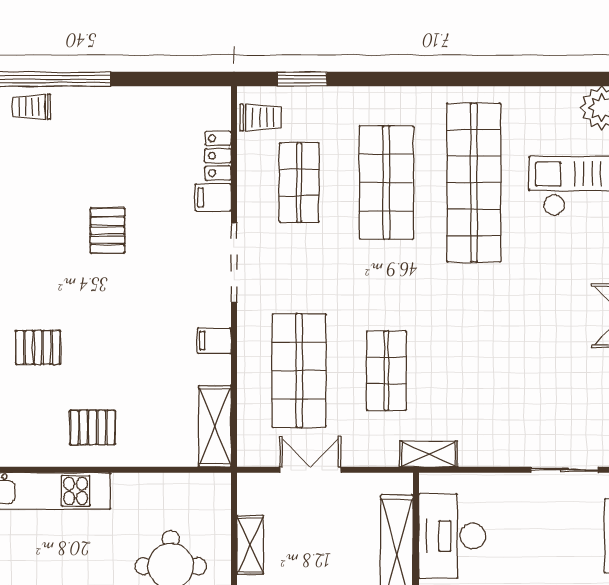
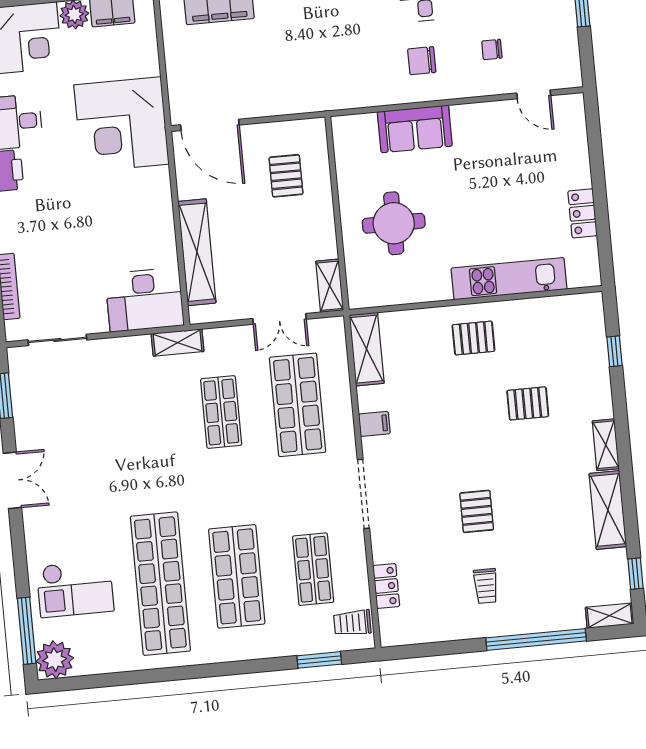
trolley: (32, 107) -> (486, 586), moved, turned 90
filing cabinet: (213, 198) -> (387, 549), removed
desk: (452, 536) -> (145, 300), moved, turned 90
shelving: (250, 545) -> (330, 286), moved

